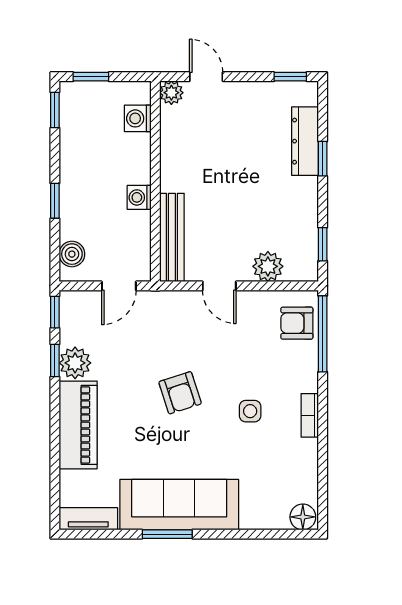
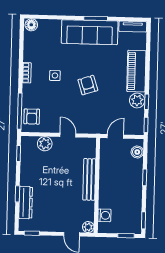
washing machine: (139, 197) -> (105, 178), removed
bench: (172, 238) -> (89, 179), moved
armchair: (297, 323) -> (32, 117), turned 90

